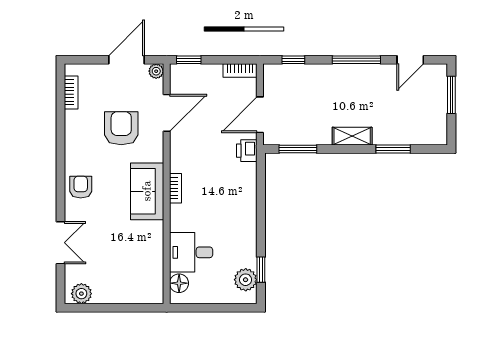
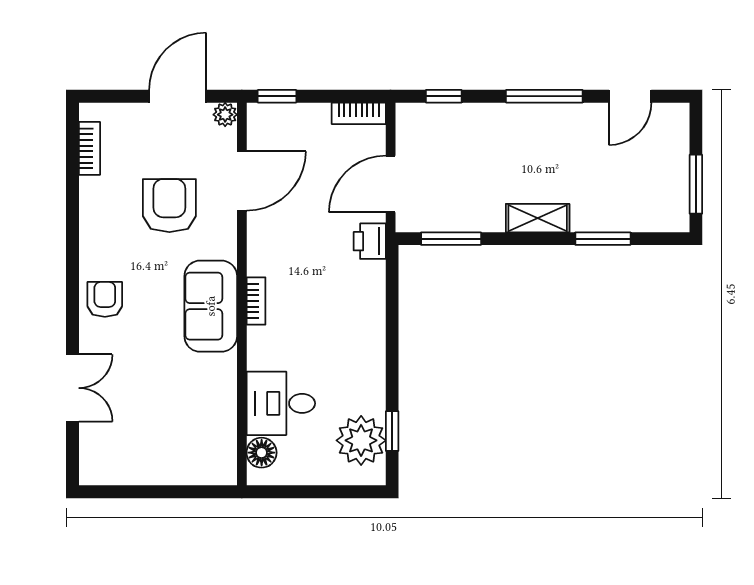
window: (451, 95) -> (696, 184), moved
plant: (246, 280) -> (361, 440), width x1.36, depth x1.36
plant: (81, 294) -> (106, 469), removed

